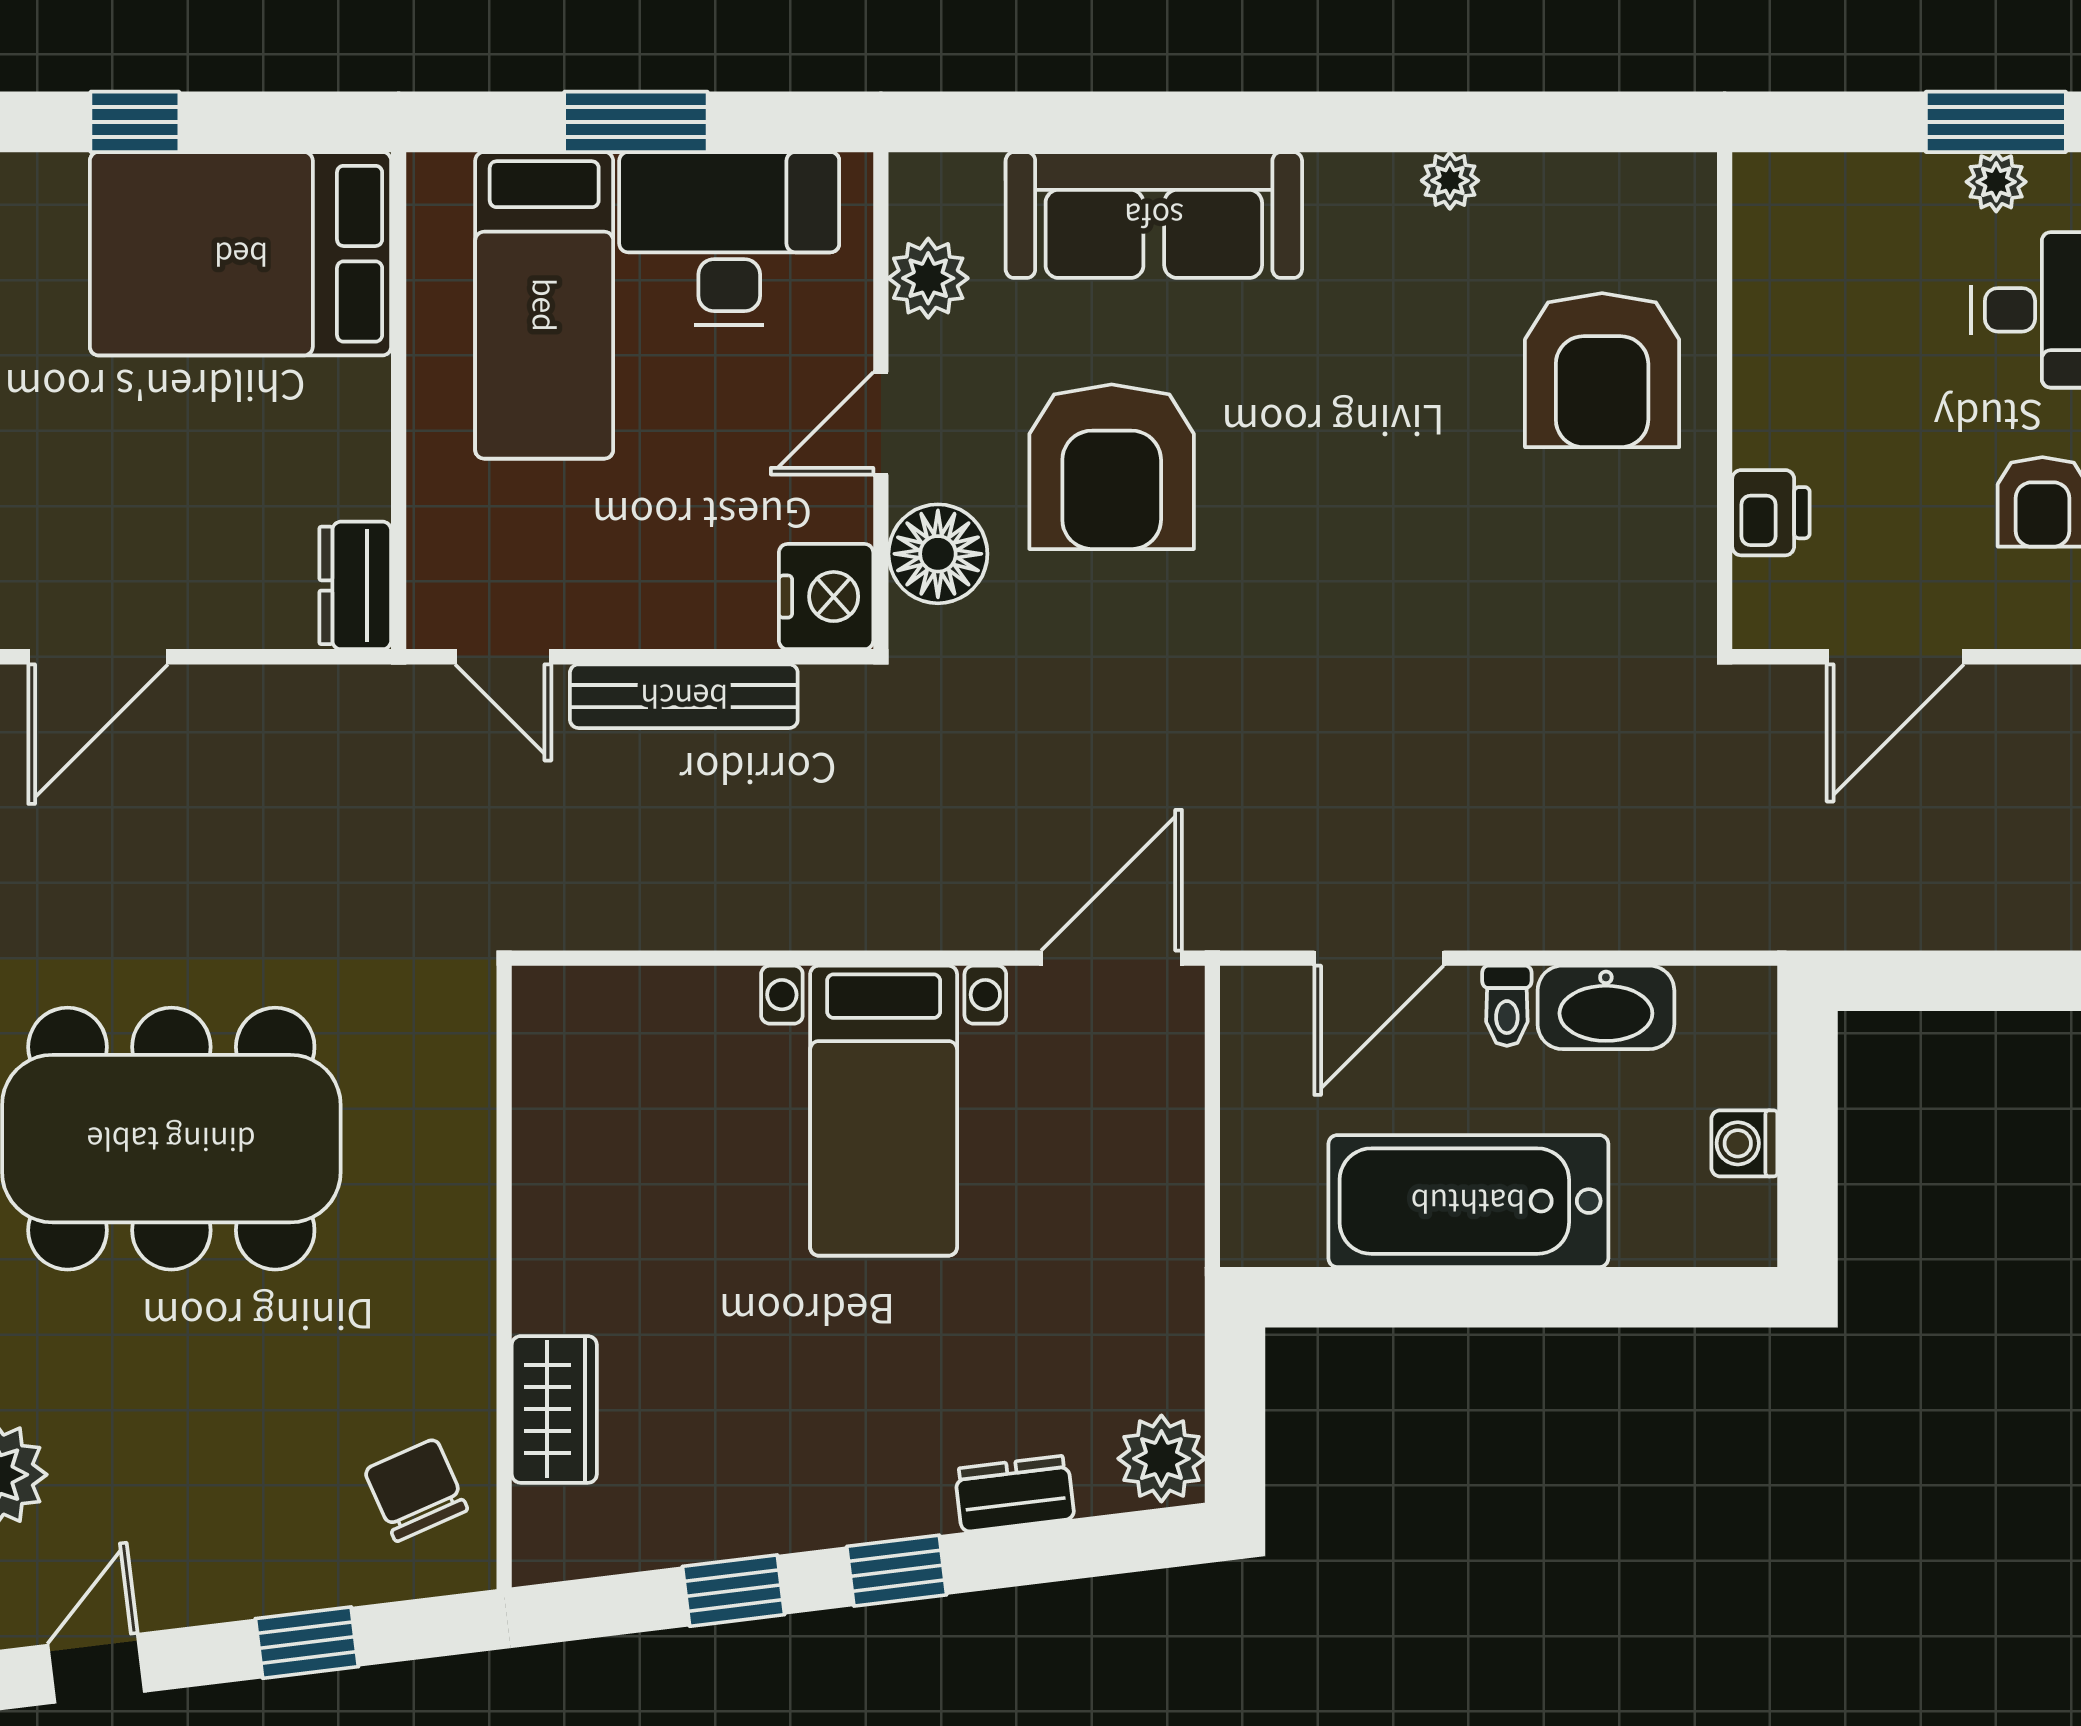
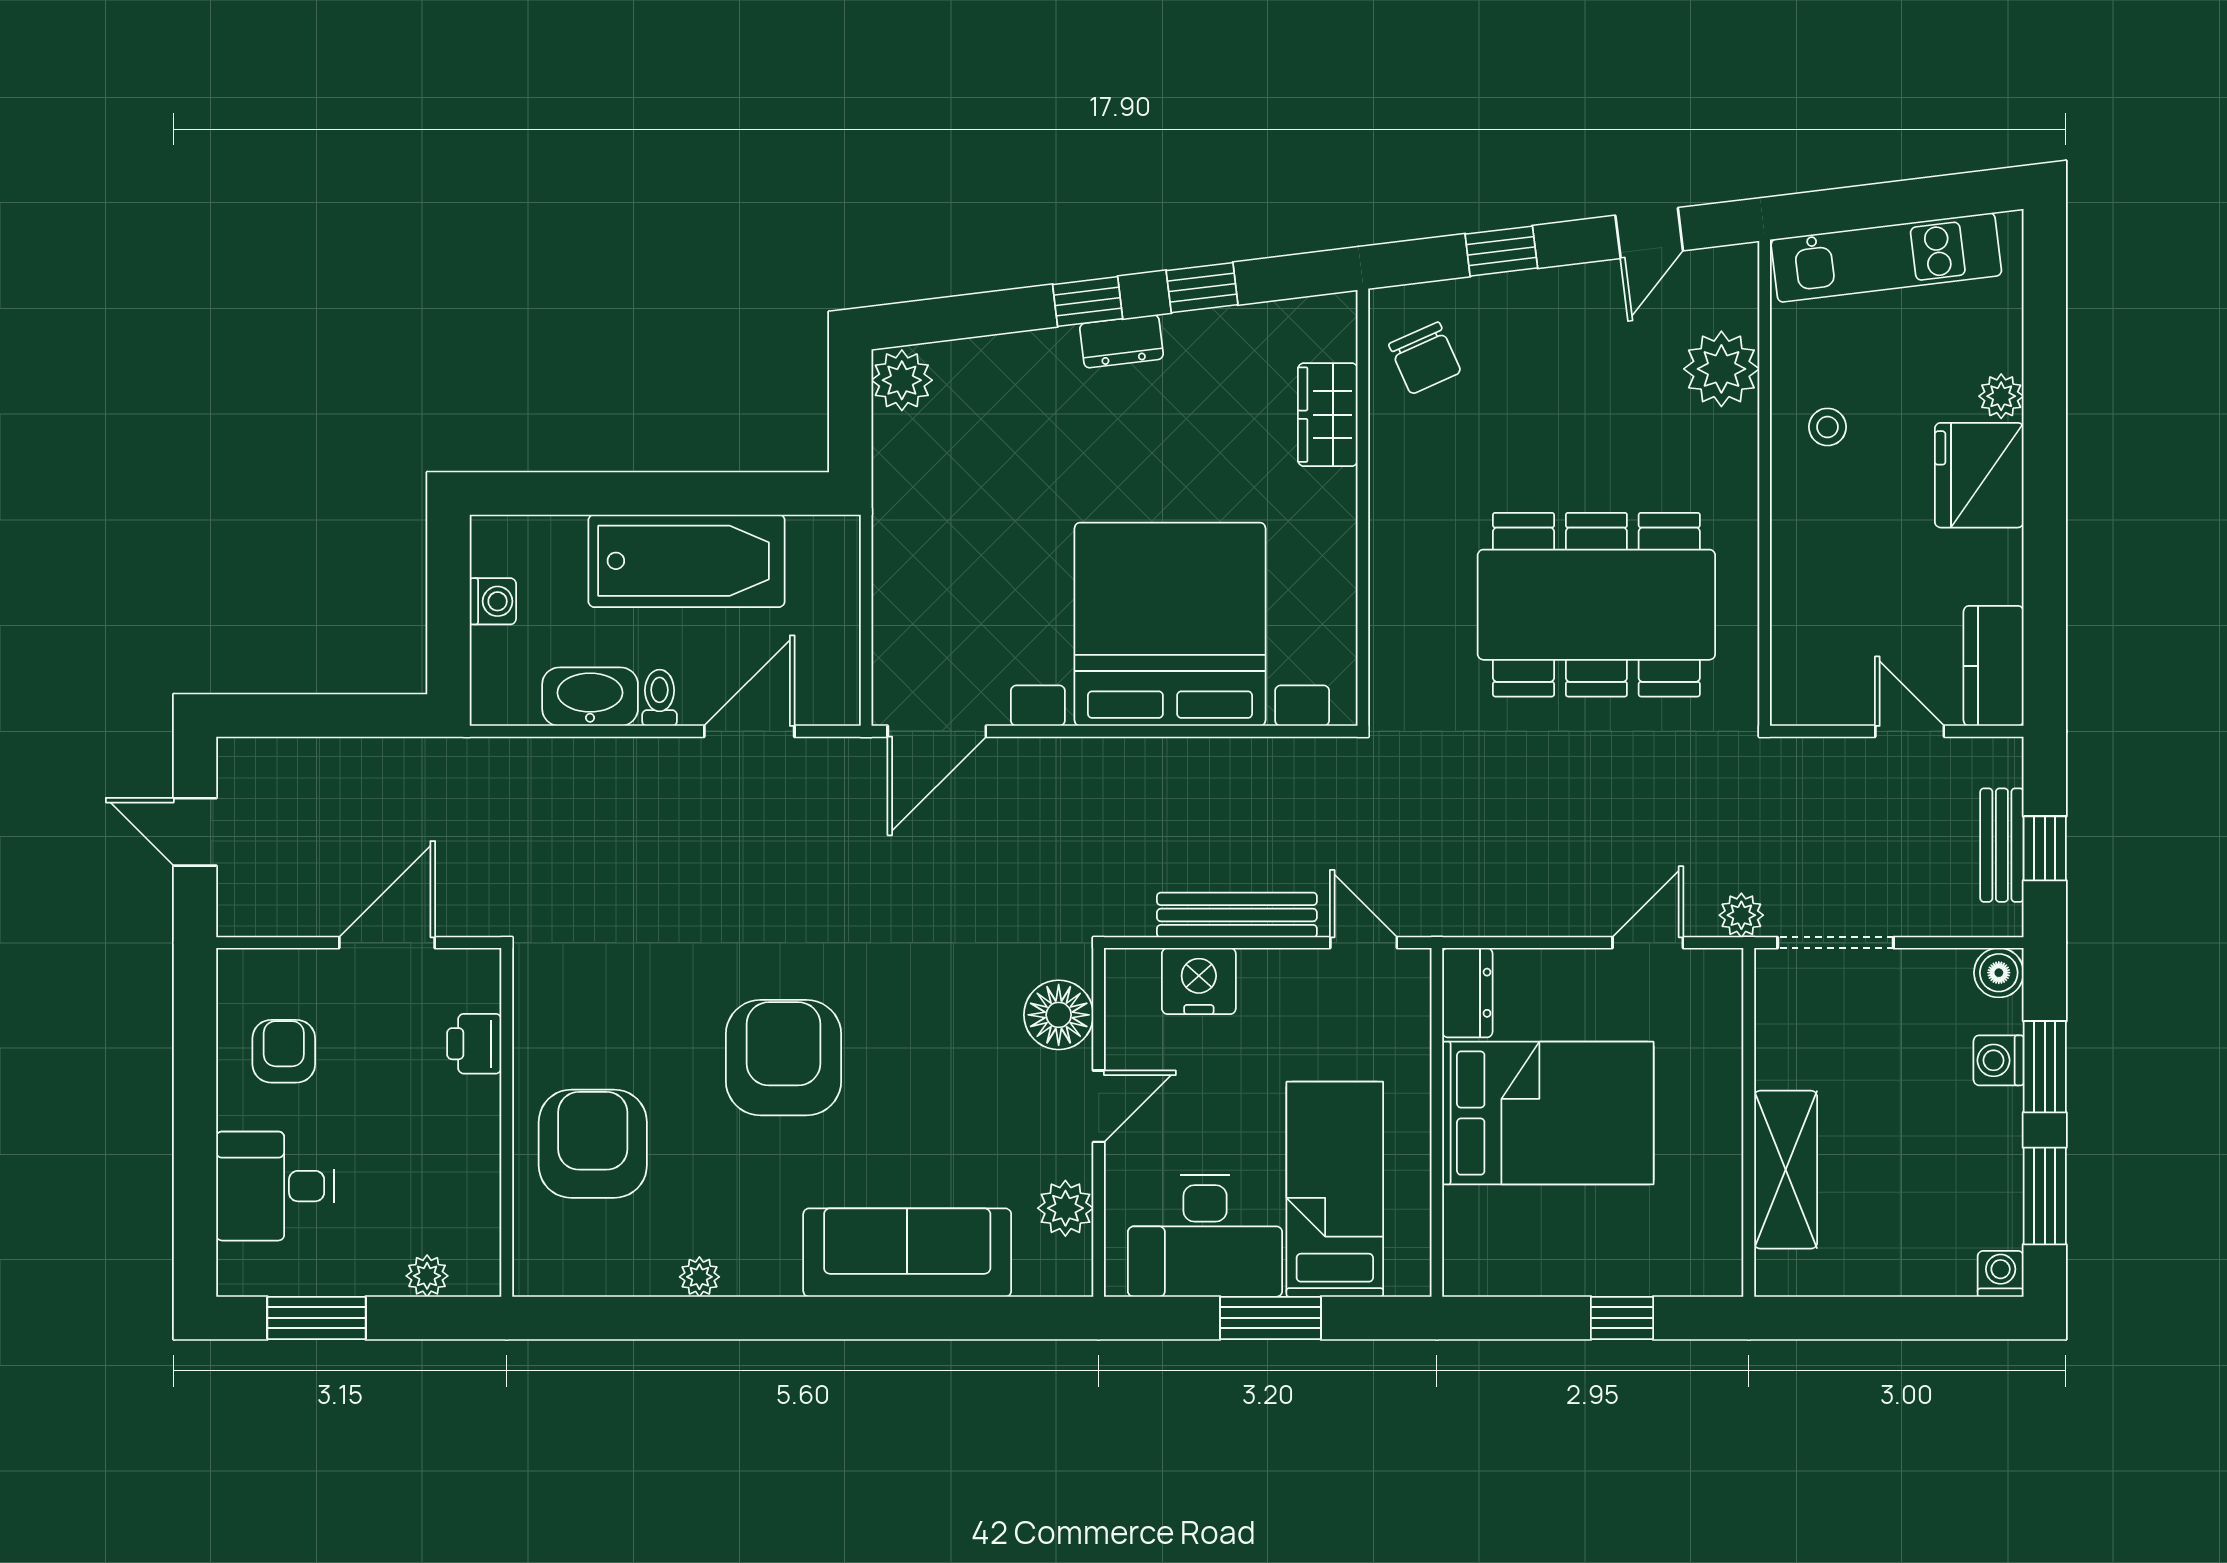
plant: (1996, 182) -> (427, 1276), moved
bed: (241, 254) -> (1548, 1113), moved
armchair: (1112, 467) -> (783, 1058), moved
nightstand: (826, 597) -> (1199, 981), moved, turned 90
door: (98, 657) -> (1648, 943), width x0.73
bed with nightstands: (884, 1111) -> (1170, 624), width x1.85
dresser: (1014, 1494) -> (1122, 341), moved

